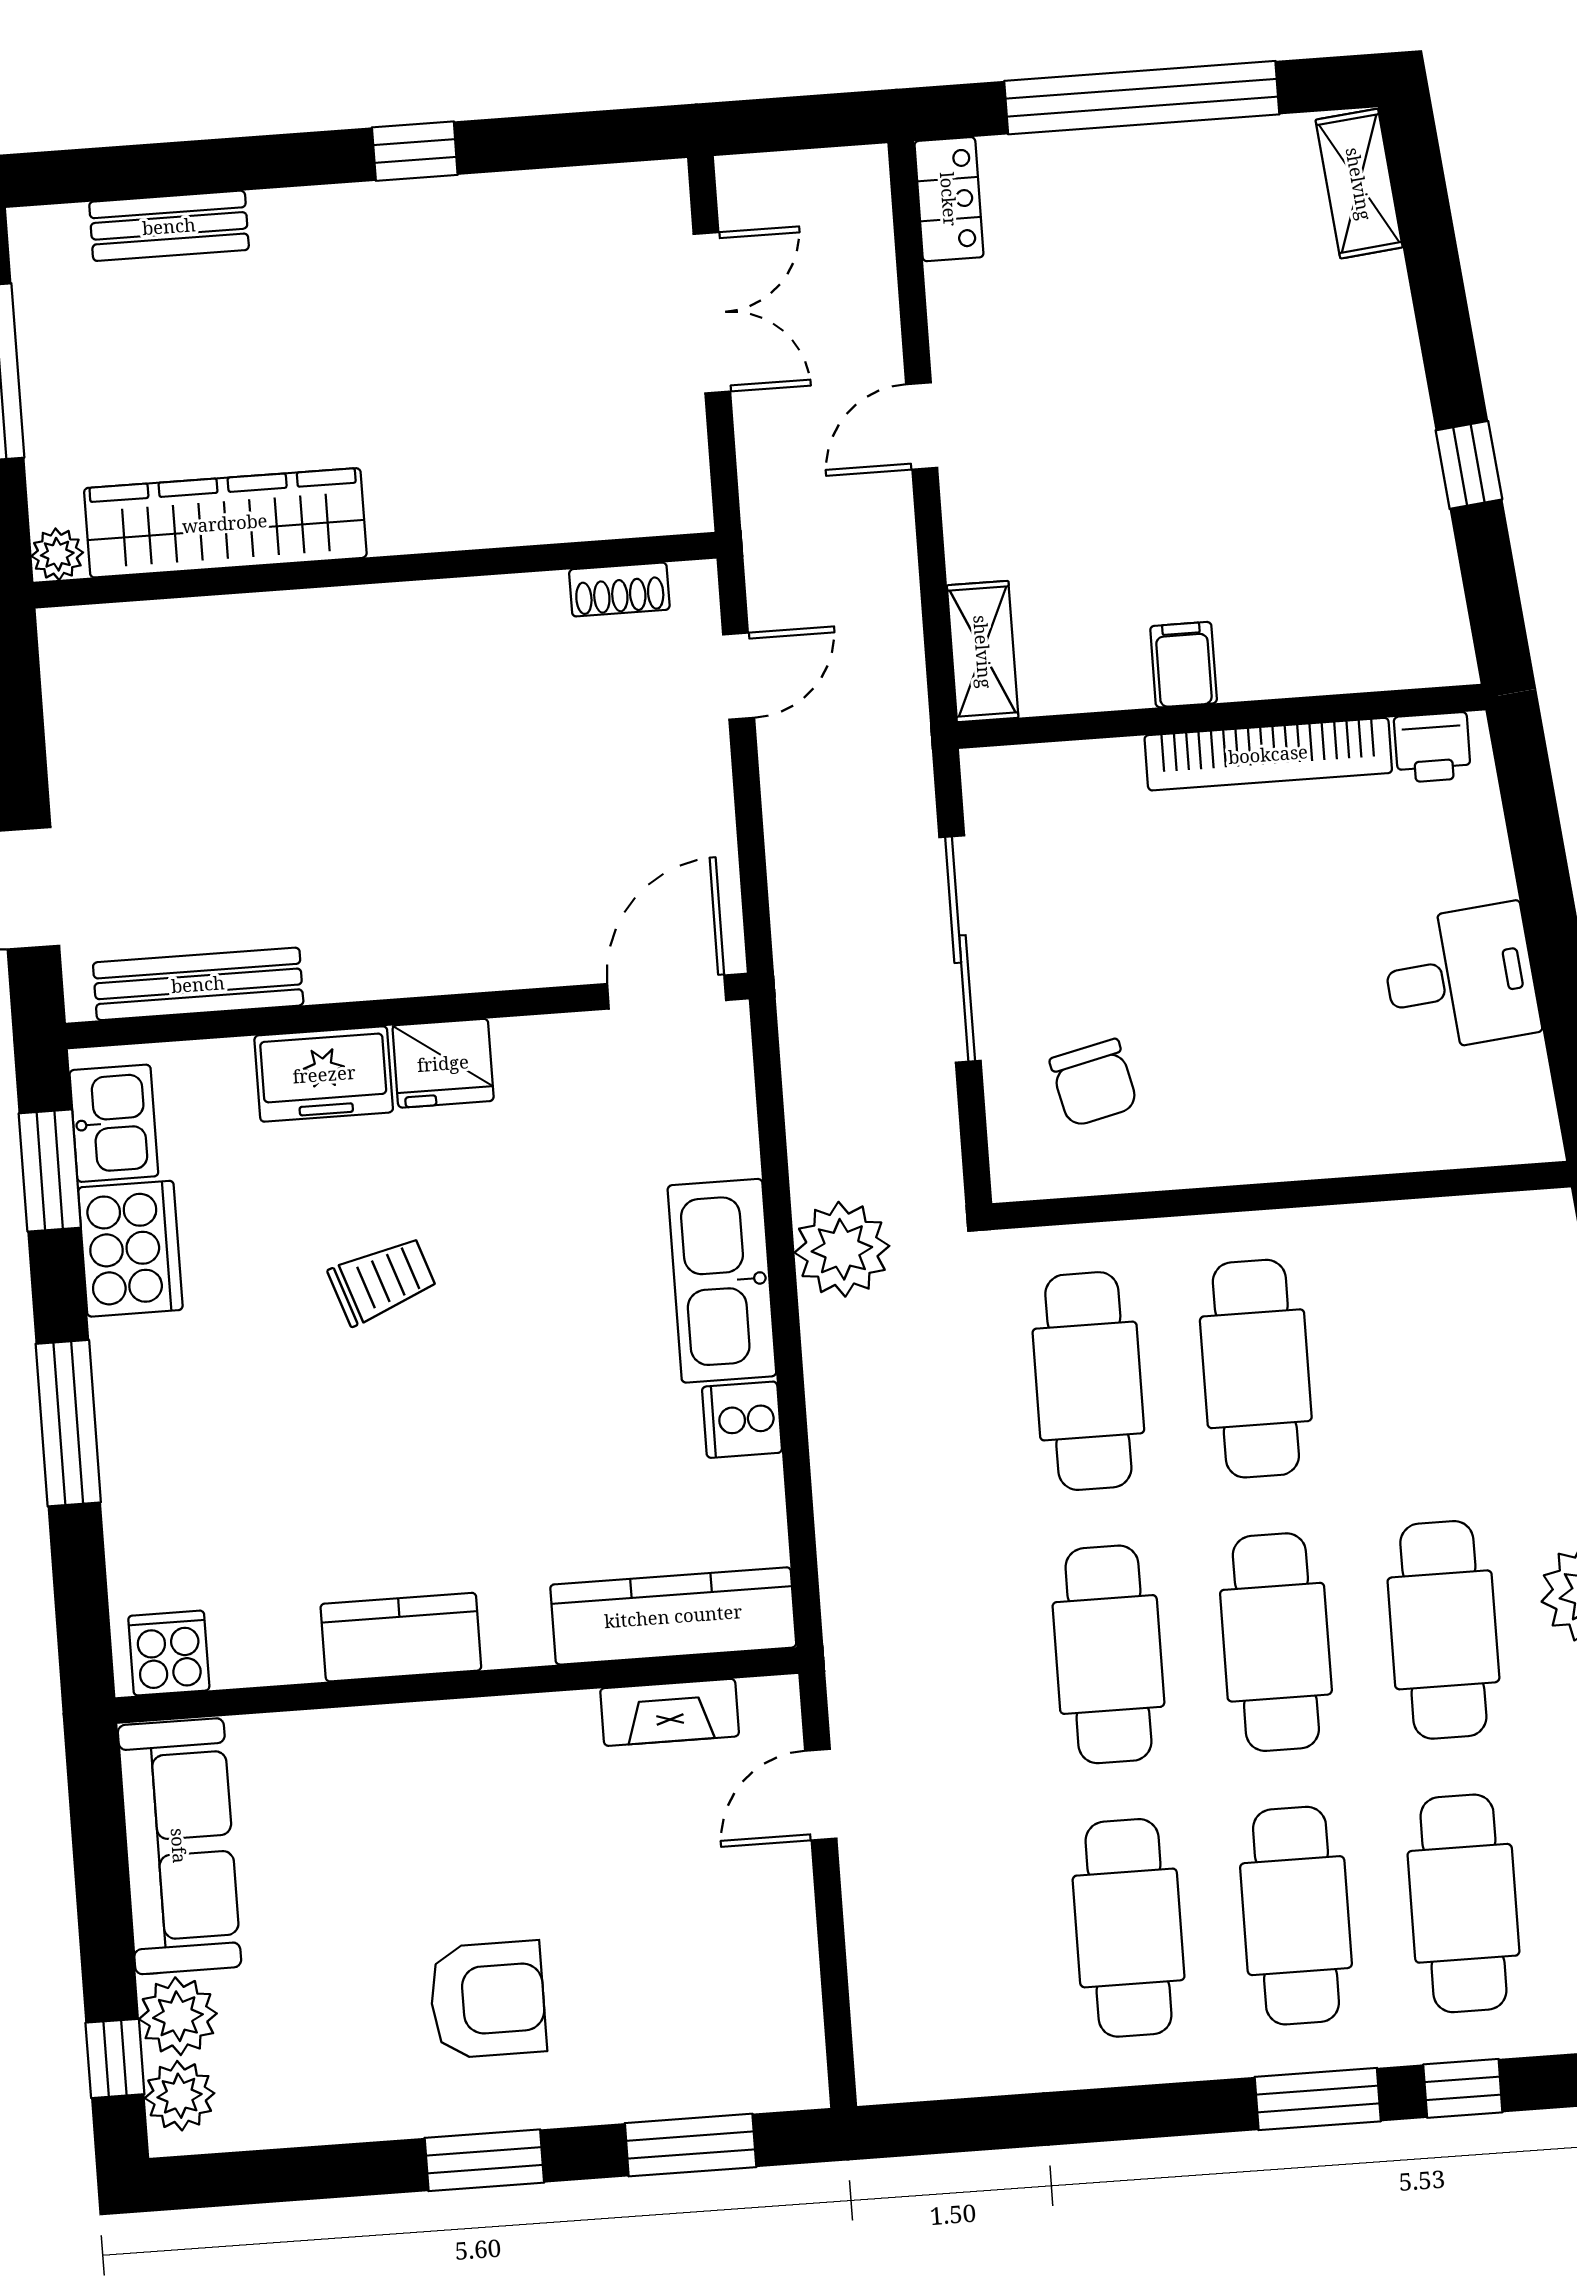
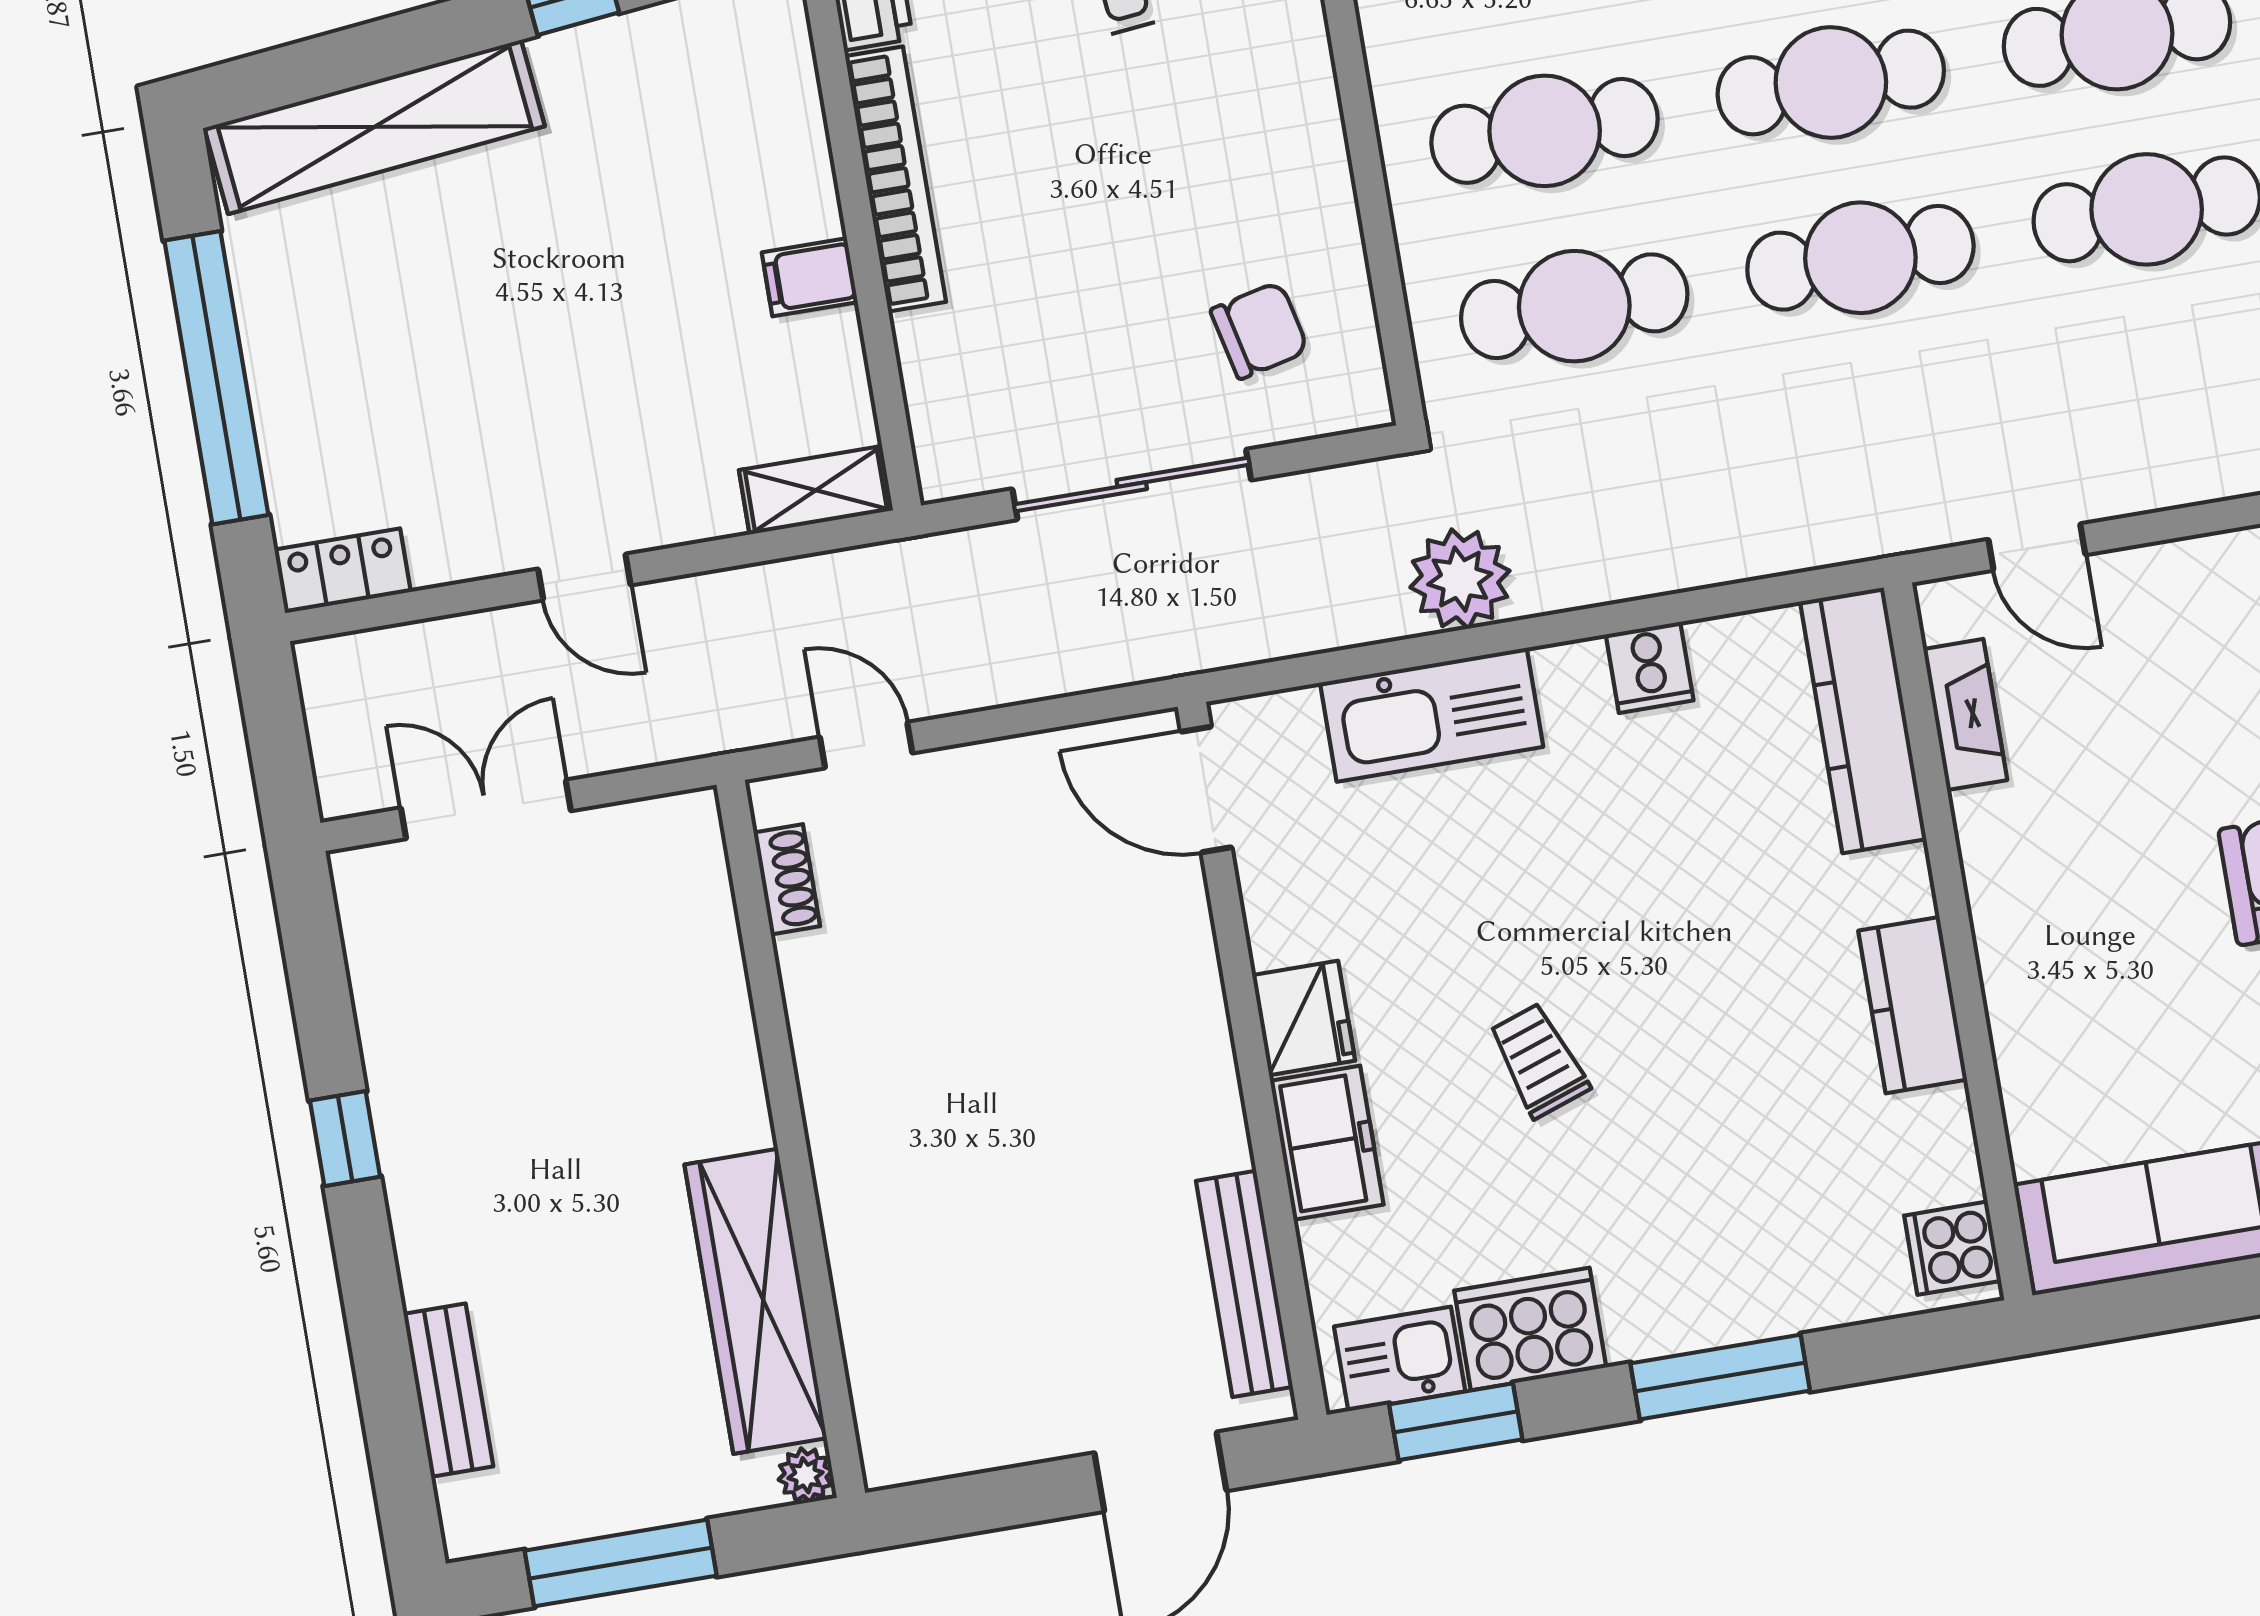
shelving: (1359, 184) -> (375, 127), width x2.20, depth x1.33
kitchen sink: (722, 1281) -> (1432, 715), moved

